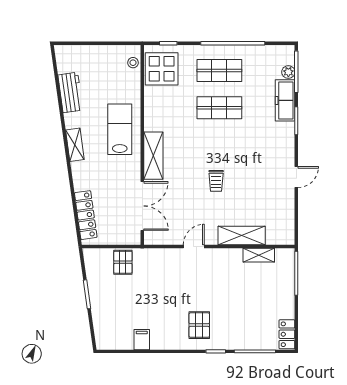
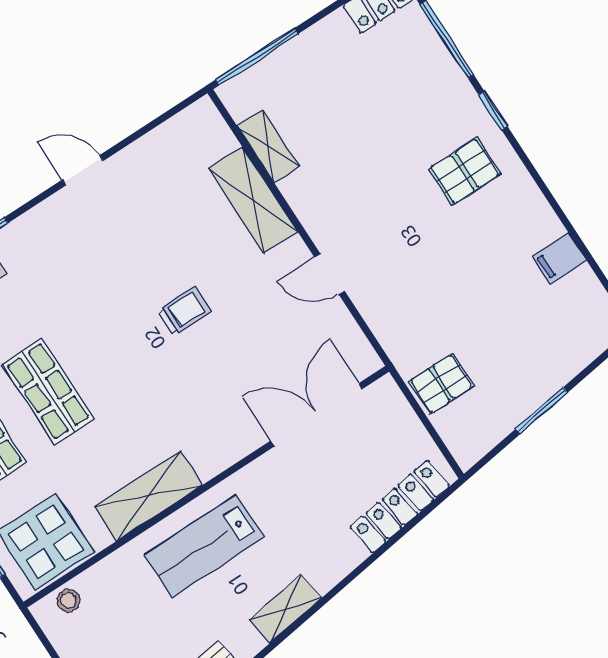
shelving: (153, 156) -> (149, 496), moved

